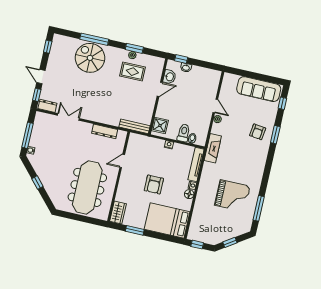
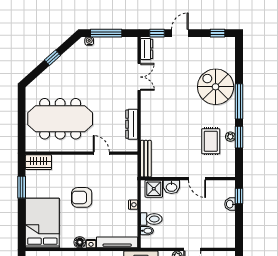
window: (94, 39) -> (239, 101), moved
spiral stairs: (90, 58) -> (216, 87), turned -90
washbasin: (169, 77) -> (171, 187), moved

